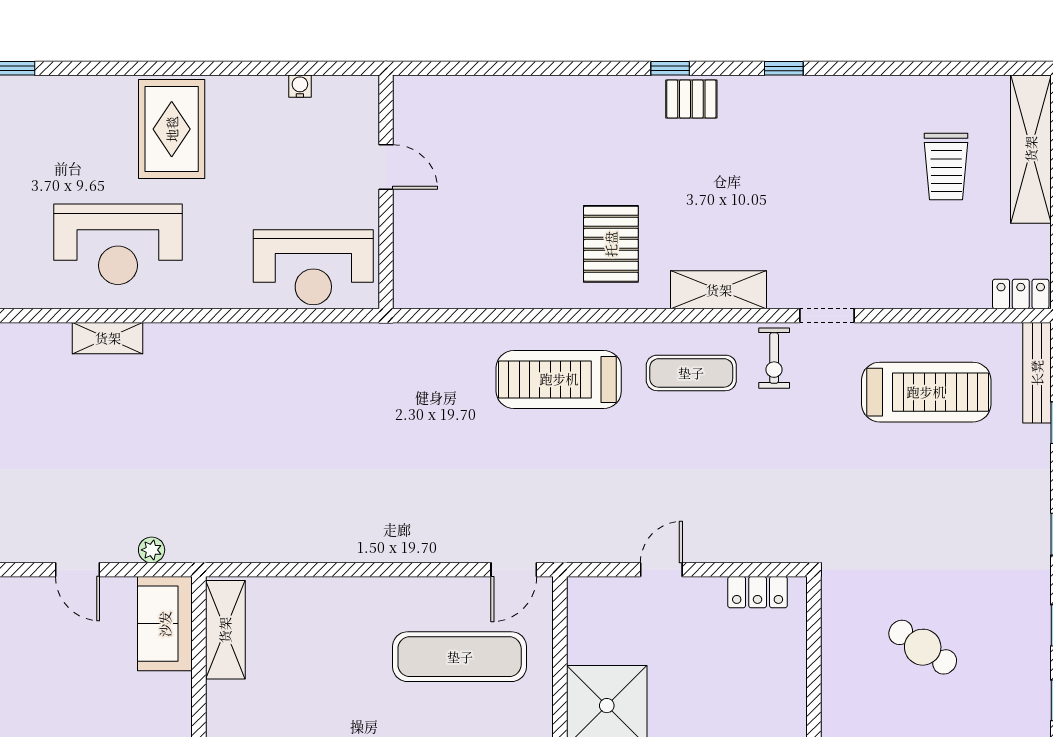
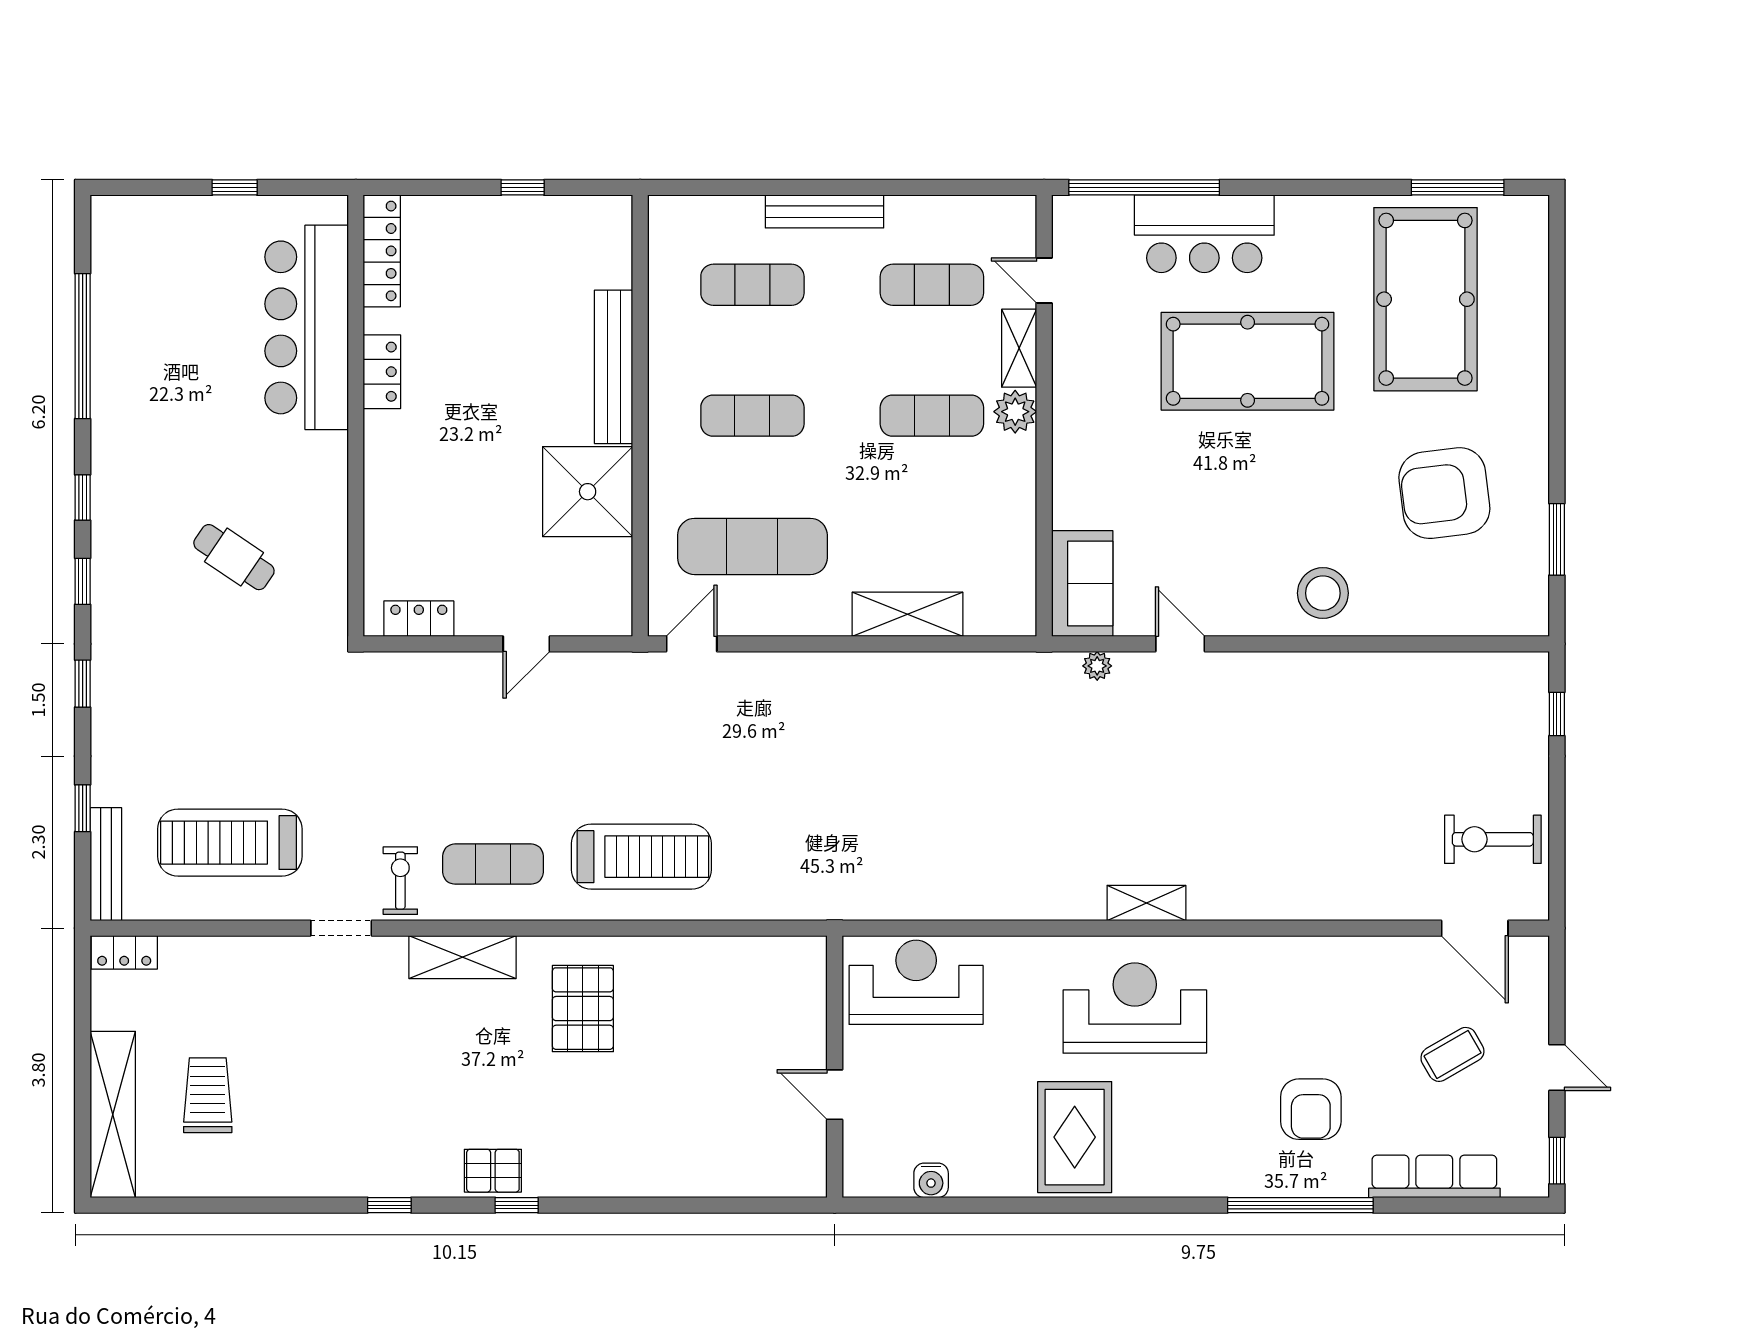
water cooler: (300, 86) -> (931, 1180), width x1.38, depth x1.38
shelving: (225, 630) -> (908, 614), moved, turned 90

